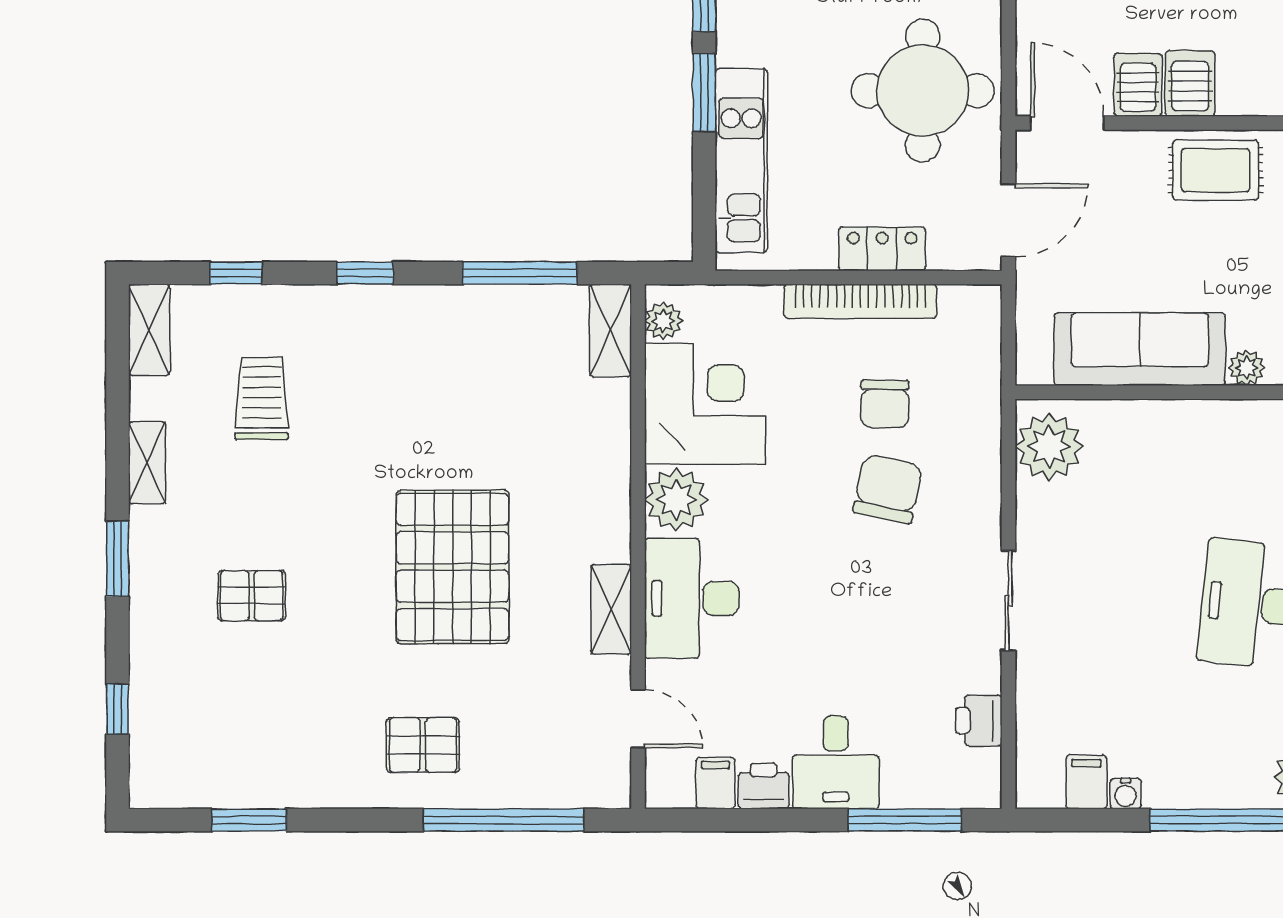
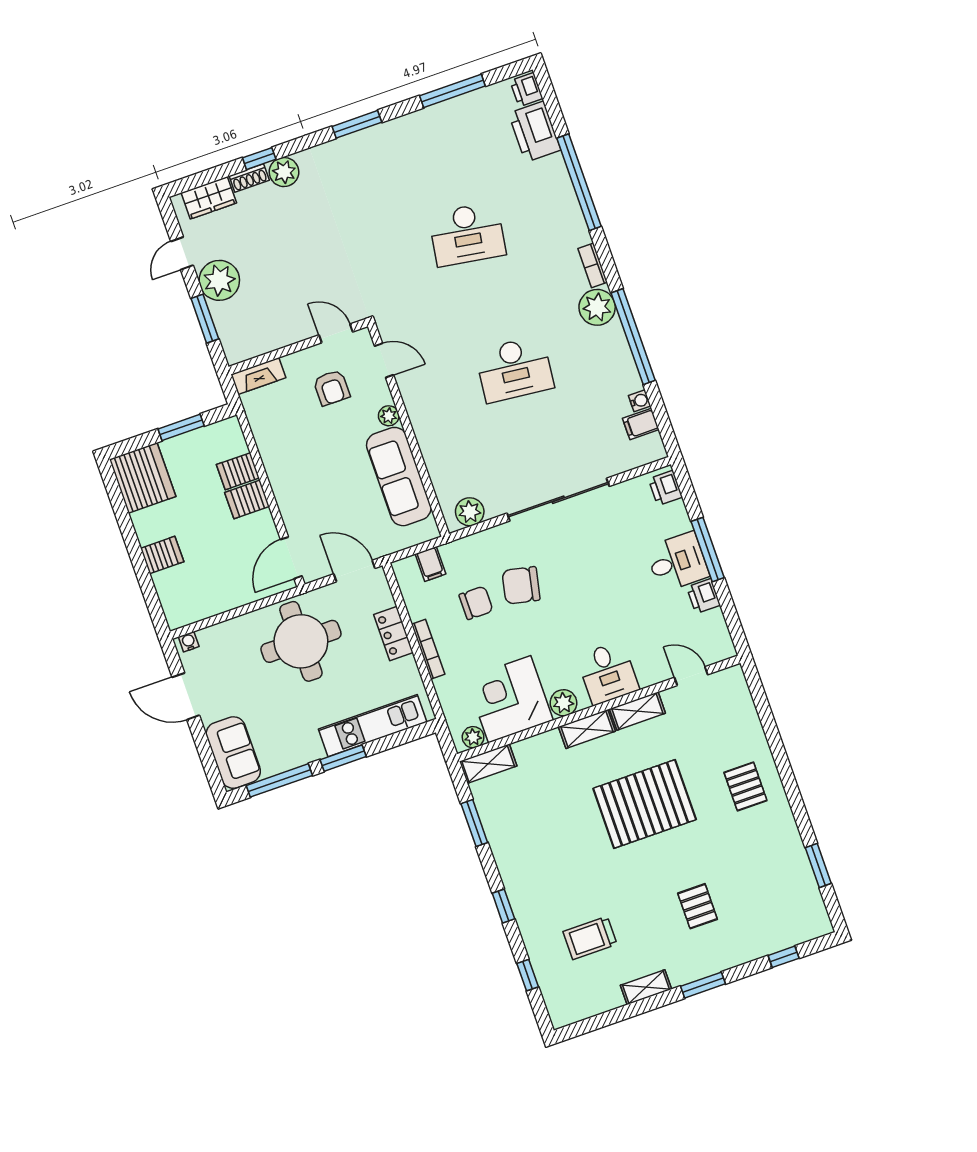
server rack: (1138, 85) -> (238, 471), moved
rug: (1216, 170) -> (289, 469), removed
window: (520, 273) -> (474, 823), width x0.69
bookcase: (860, 301) -> (428, 649), width x0.68, depth x0.76
shelving: (149, 330) -> (587, 729), moved
plant: (1049, 446) -> (470, 512), width x0.73, depth x0.73
plant: (676, 500) -> (563, 703), width x0.73, depth x0.73
desk: (692, 598) -> (608, 673), width x0.73
sliding door: (1009, 601) -> (558, 500), width x1.86
door: (638, 719) -> (691, 676), hinge flipped
printer: (979, 721) -> (665, 488), moved, turned 90
filing cabinet: (715, 783) -> (431, 564), moved, turned -90
window: (504, 820) -> (770, 729), removed
window: (905, 820) -> (708, 550), moved

